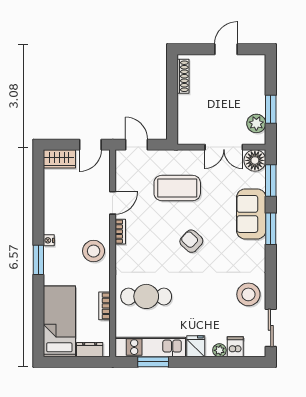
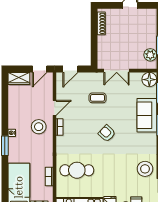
door: (136, 145) -> (70, 69), swing flipped
double door: (224, 147) -> (117, 71), moved
coffee table: (177, 188) -> (98, 98), width x0.54, depth x0.58
stool: (94, 251) -> (39, 127), moved

